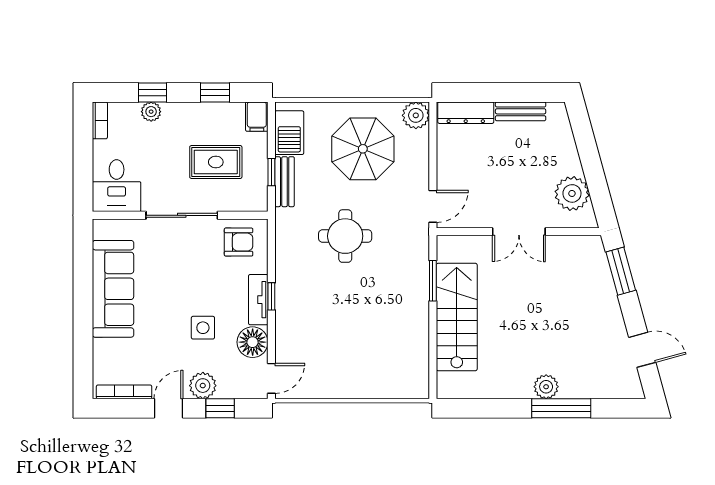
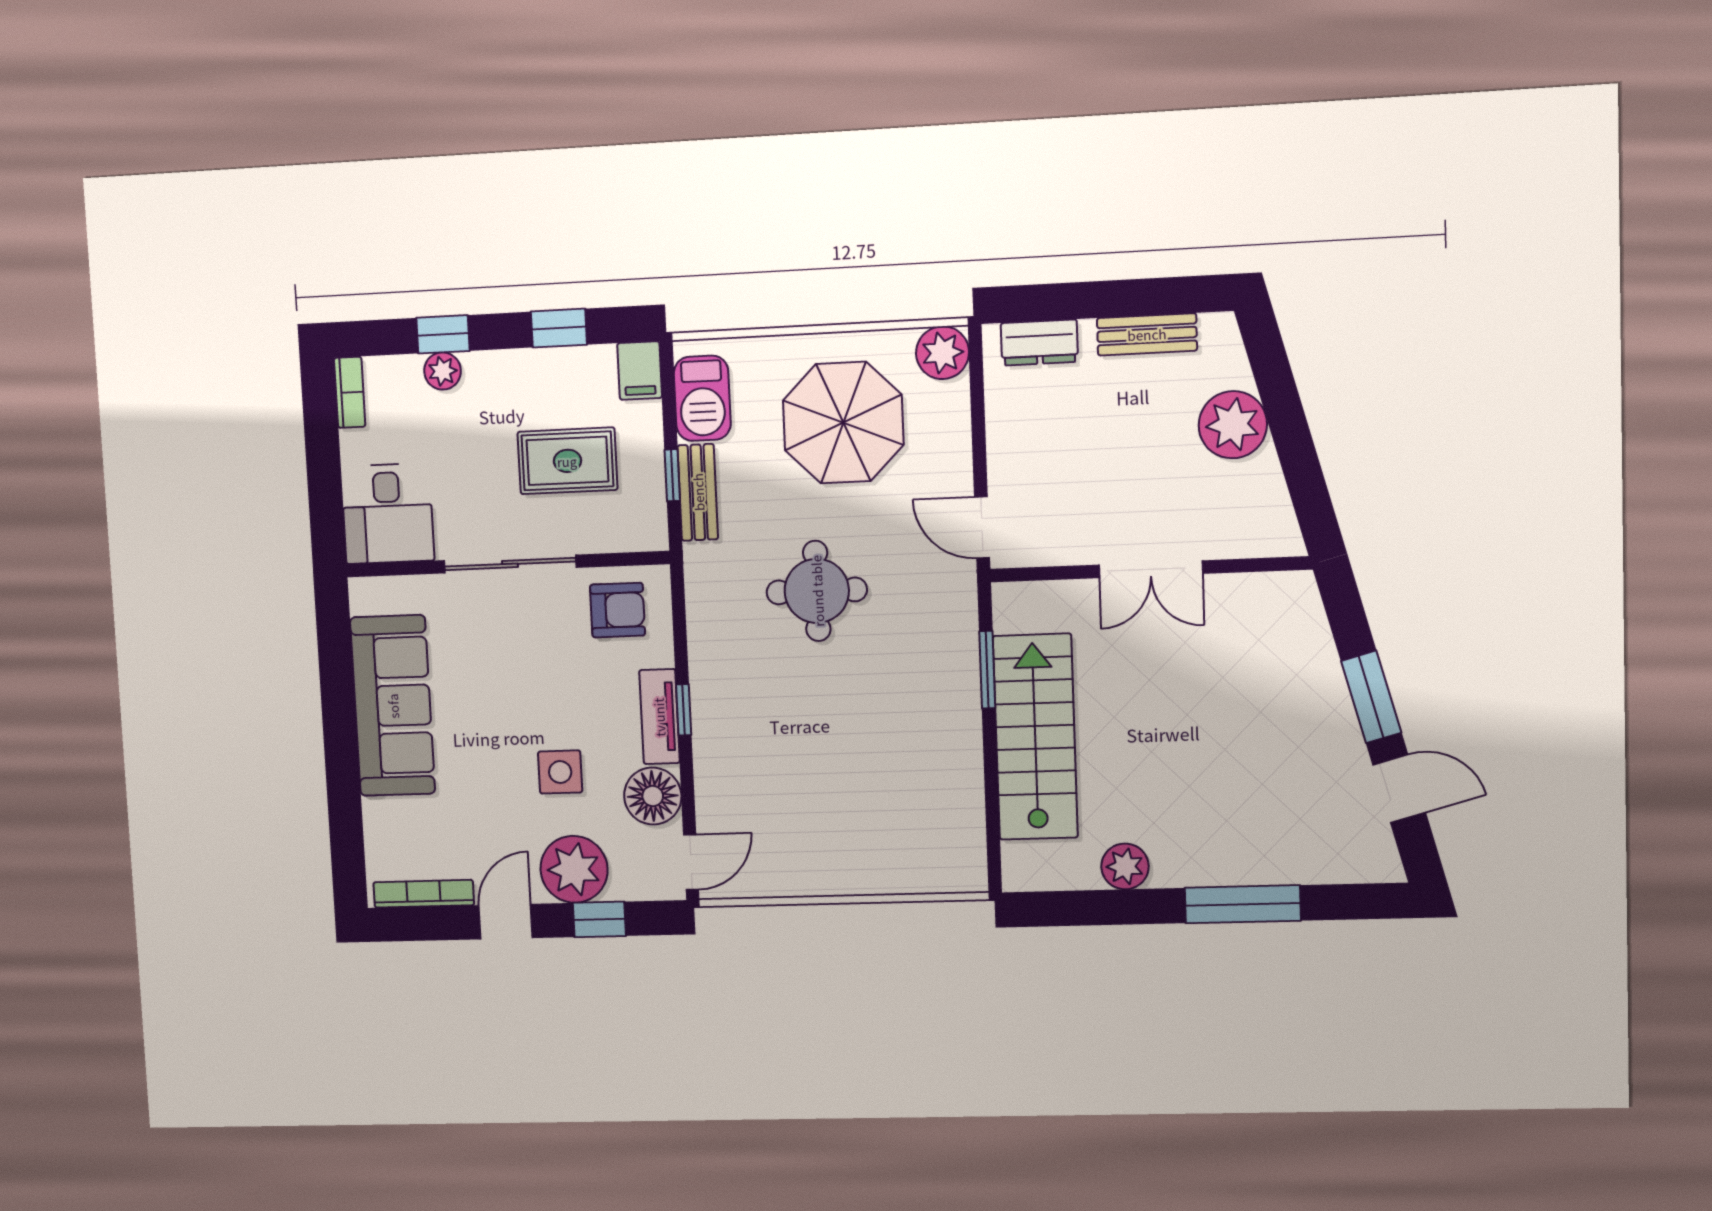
dresser: (466, 113) -> (1039, 343), width x0.70
plant: (572, 193) -> (1233, 425), moved
door: (433, 206) -> (982, 527), swing flipped
window: (621, 271) -> (1371, 697), moved
plant: (203, 386) -> (574, 869), width x1.36, depth x1.36
plant: (546, 387) -> (1125, 866), moved

